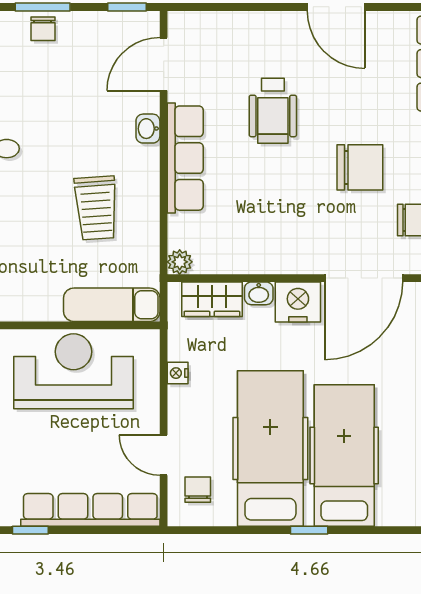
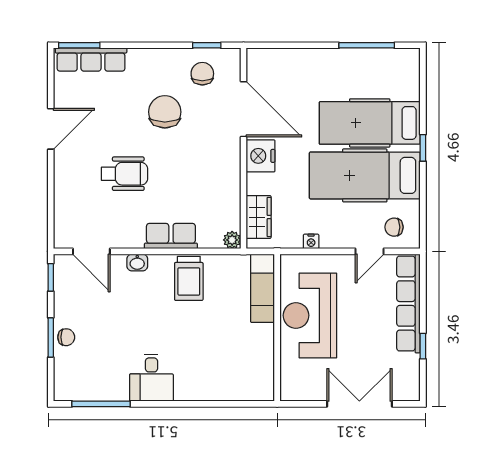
row of seats: (185, 158) -> (171, 236), width x0.68
trolley: (96, 208) -> (189, 278), moved, turned 94
washbasin: (259, 293) -> (254, 184), removed

